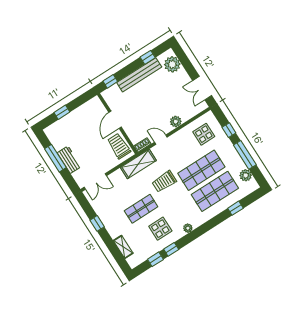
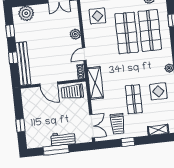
bench: (139, 75) -> (23, 64), moved
window: (110, 81) -> (13, 58), moved
trolley: (164, 181) -> (118, 124), moved

